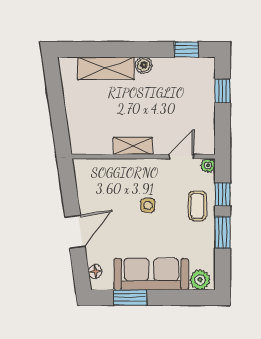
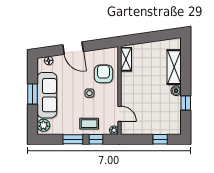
window: (186, 49) -> (186, 103), moved
shelving: (133, 146) -> (126, 59), moved
armchair: (117, 183) -> (103, 74), added
window: (130, 297) -> (33, 94), moved

